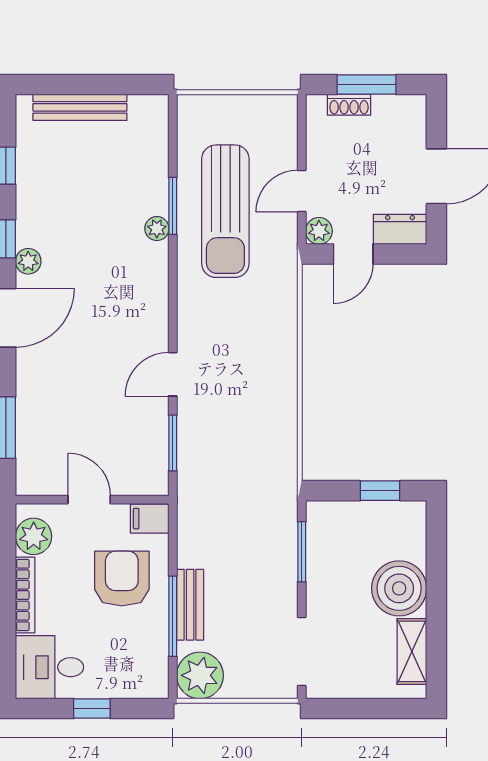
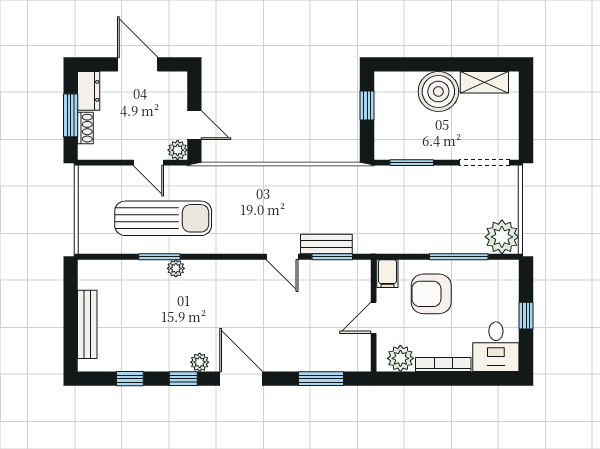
dresser: (400, 229) -> (89, 91), moved, turned 180
bench: (190, 605) -> (326, 244), moved

